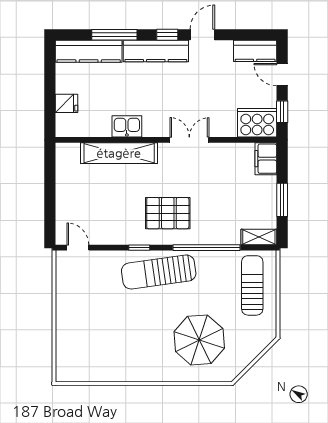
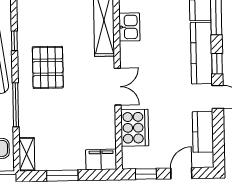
kitchen counter: (255, 51) -> (203, 132), moved
cooker: (257, 123) -> (135, 128), moved
window: (207, 248) -> (16, 105), width x0.68

